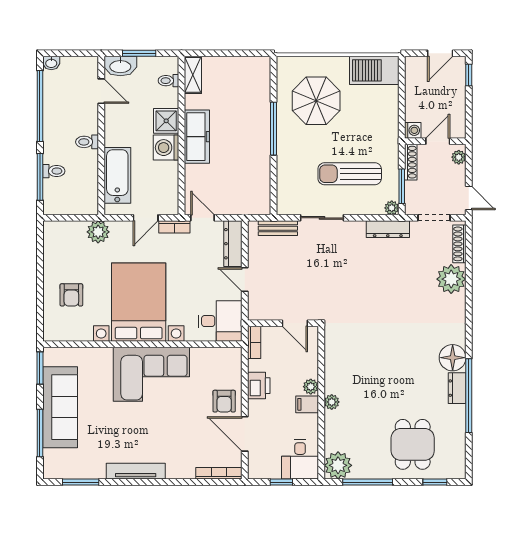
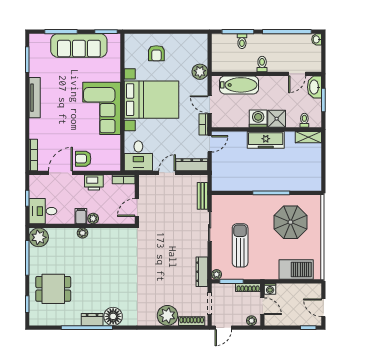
barbecue: (374, 70) -> (296, 270), moved, turned 90
armchair: (71, 295) -> (156, 53), turned -90

